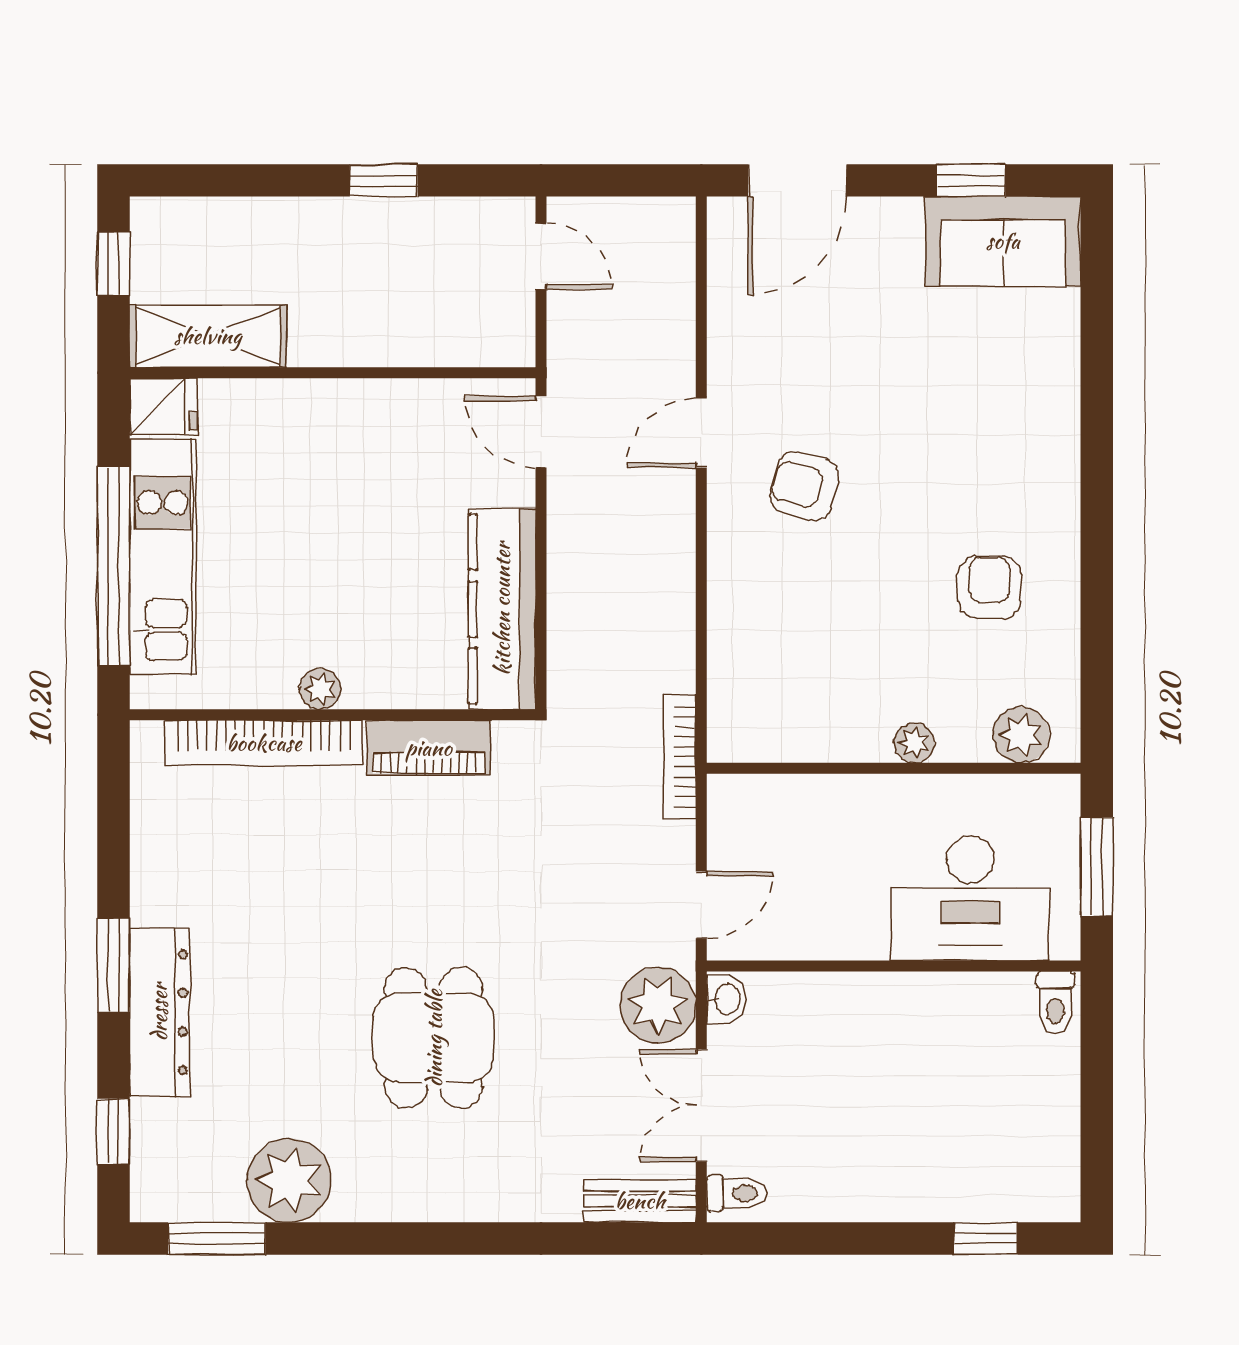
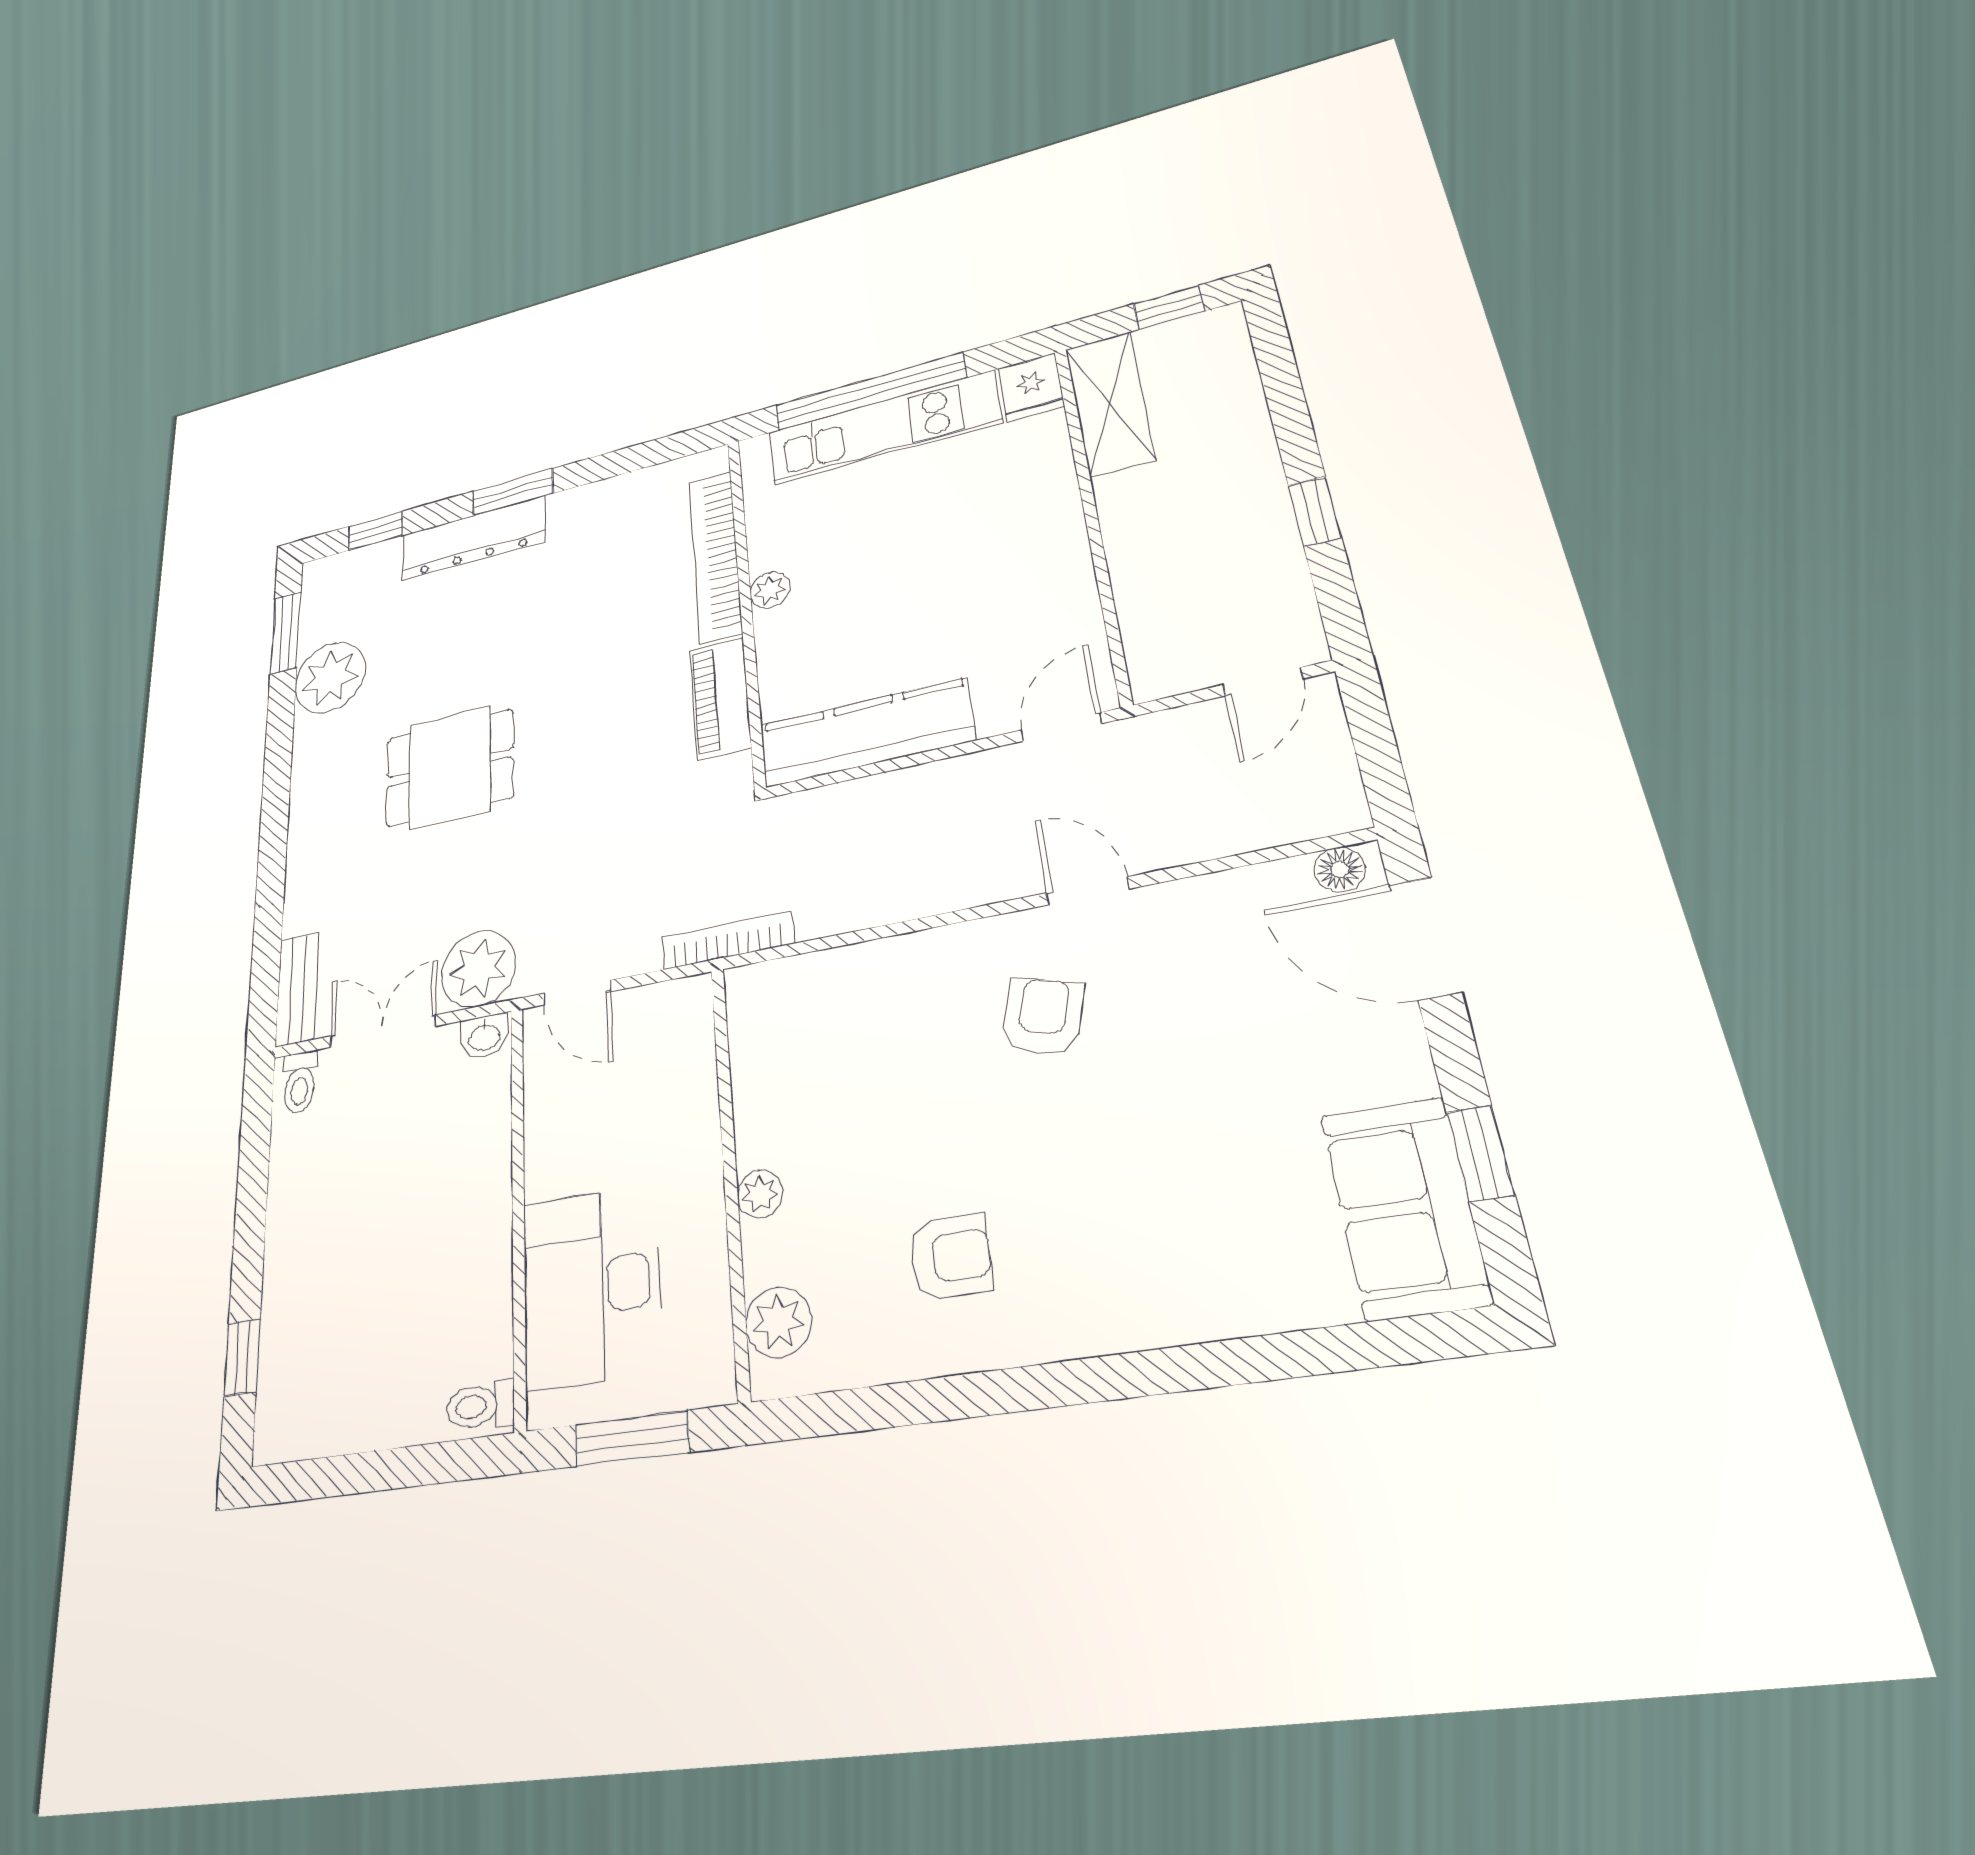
floor lamp: (726, 230) -> (1340, 870), added

